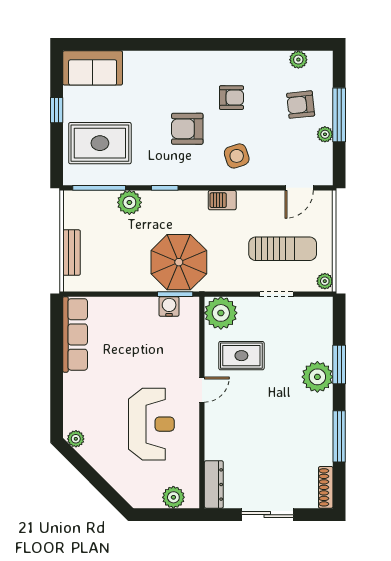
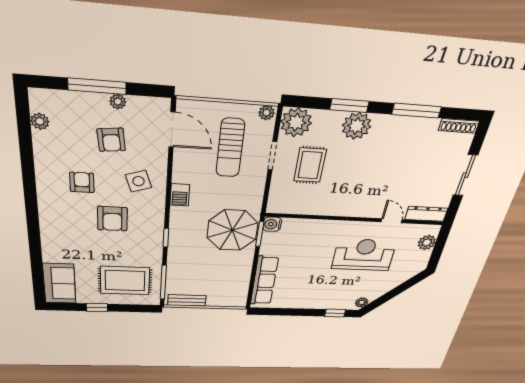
armchair: (301, 105) -> (111, 140), moved
rug: (100, 143) -> (125, 281), turned 90
door: (299, 188) -> (172, 130), width x1.38
plant: (129, 202) -> (177, 263), removed
sun lounger: (283, 249) -> (230, 148), turned 180
bench: (72, 253) -> (187, 300), moved
water cooler: (169, 307) -> (272, 224), moved
plant: (221, 313) -> (296, 122), moved
row of seats: (75, 334) -> (264, 281), moved, turned 90
rug: (241, 356) -> (310, 165), moved
door: (202, 390) -> (392, 221), moved
window: (57, 408) -> (335, 313), added

